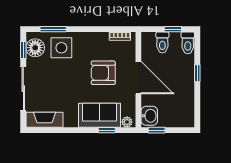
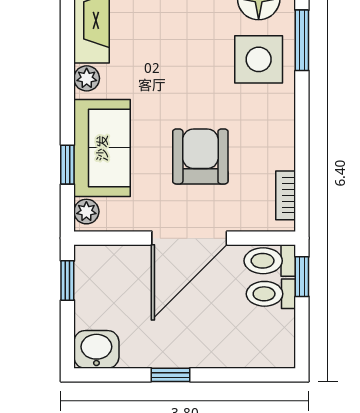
window: (173, 29) -> (302, 277), moved
toilet: (188, 43) -> (270, 261), moved
window: (197, 73) -> (171, 375), moved
washbasin: (149, 116) -> (96, 349), moved, turned 180
plant: (70, 122) -> (87, 78), added

